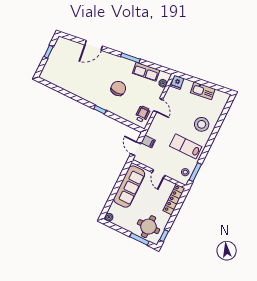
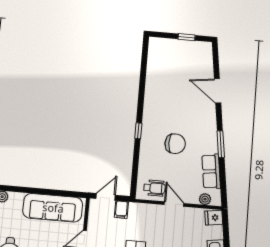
door: (158, 105) -> (174, 204), swing flipped

